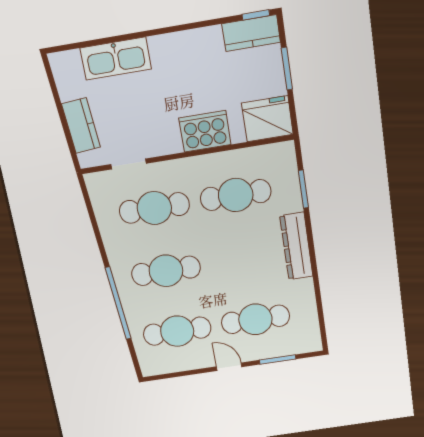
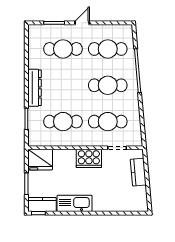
kitchen sink: (116, 58) -> (75, 203), moved
cooker: (205, 131) -> (89, 158), moved
door: (229, 367) -> (82, 23), swing flipped

